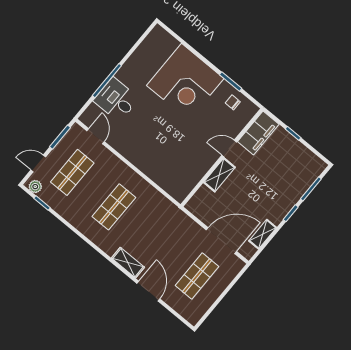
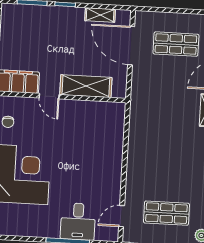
shelving: (219, 175) -> (86, 86), width x1.50, depth x1.33
shop shelf: (114, 207) -> (170, 157), removed

